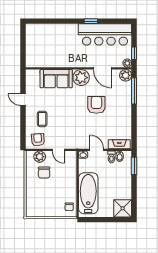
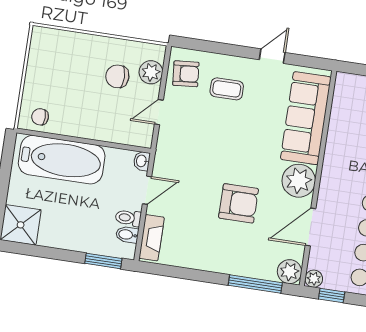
sofa: (56, 79) -> (306, 118), width x1.36

